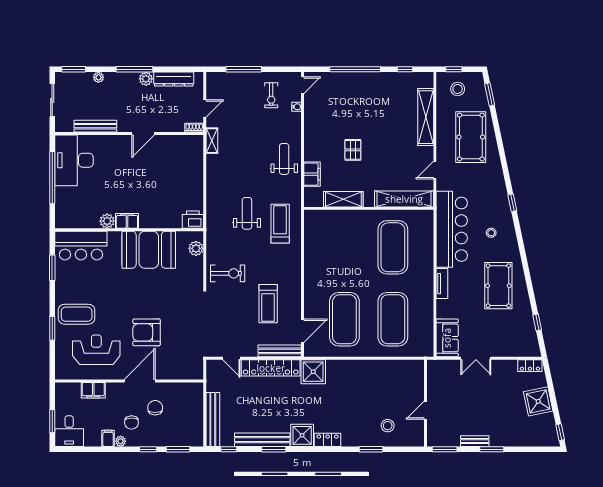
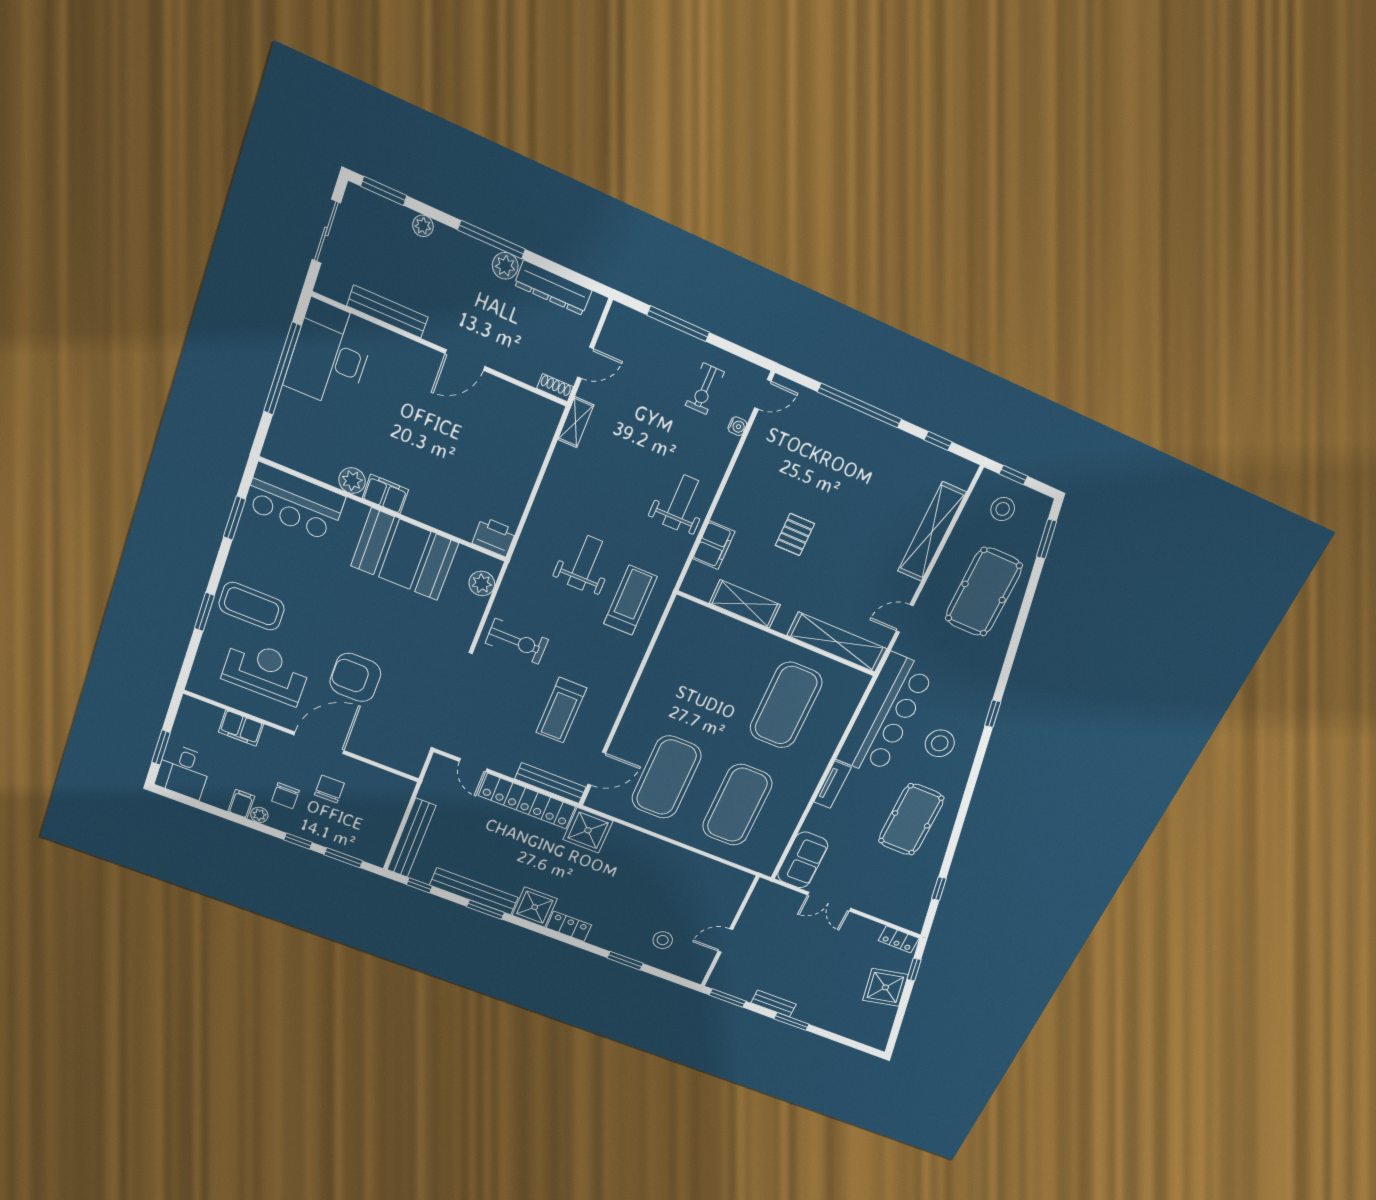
stool: (491, 233) -> (940, 743), width x1.89, depth x1.89
window: (560, 432) -> (914, 970), moved

